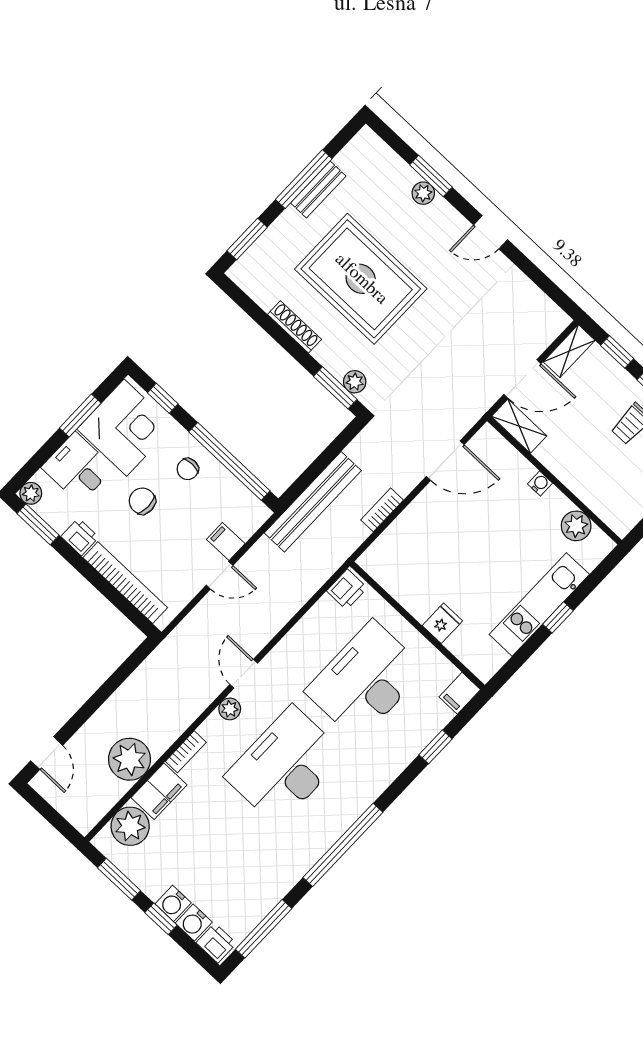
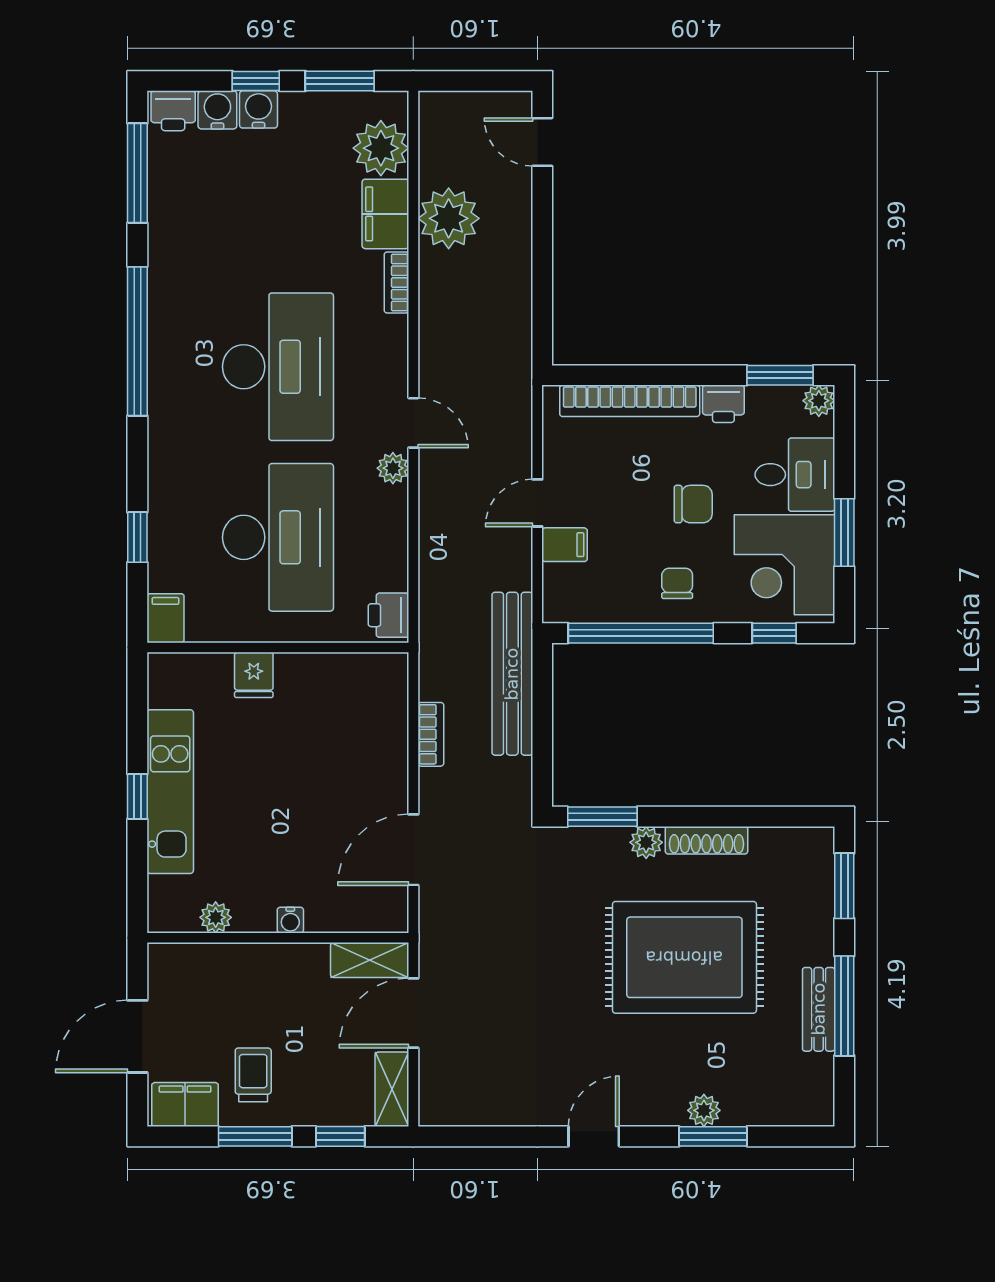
plant: (355, 382) -> (646, 842), moved
plant: (576, 526) -> (216, 917), width x0.73, depth x0.73
plant: (230, 709) -> (393, 468), moved

